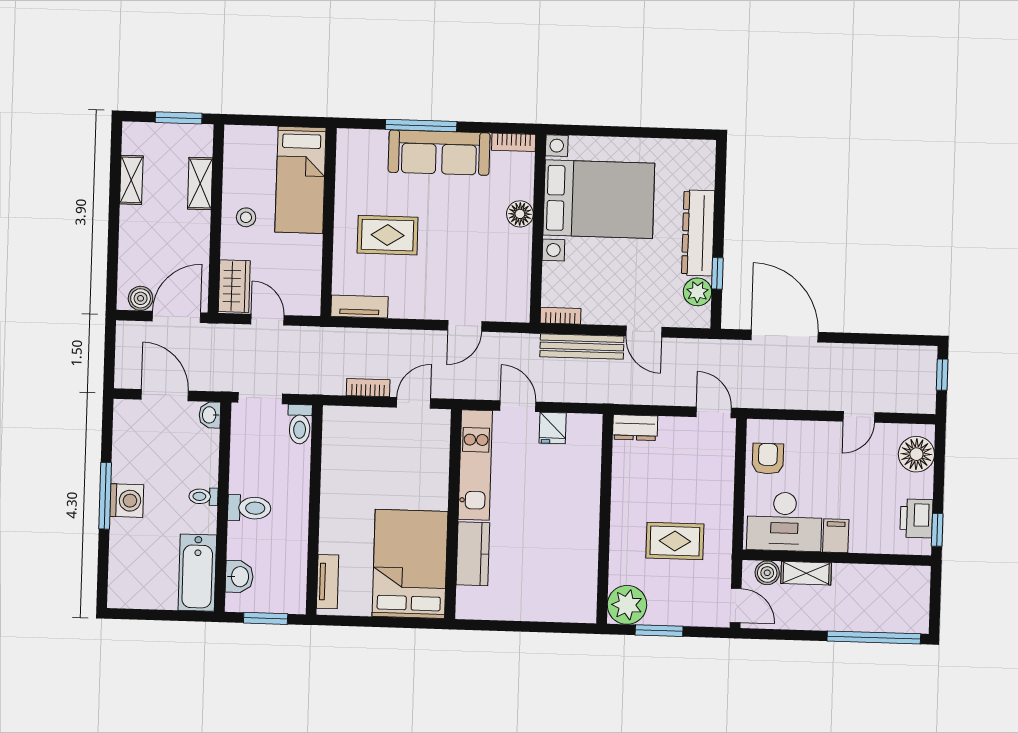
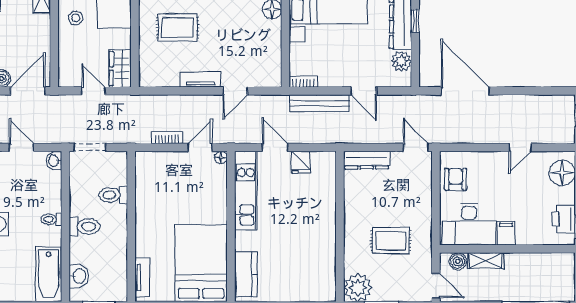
window: (717, 273) -> (415, 21), moved
wardrobe: (234, 286) -> (120, 68), moved, turned 180
tv unit: (359, 307) -> (201, 79), moved
door: (165, 395) -> (21, 147), width x0.73
floor lamp: (442, 418) -> (221, 157), added
toilet: (300, 424) -> (113, 195), moved, turned 90
dresser: (635, 428) -> (367, 160), width x1.44
kitchen counter: (473, 554) -> (246, 274), moved

